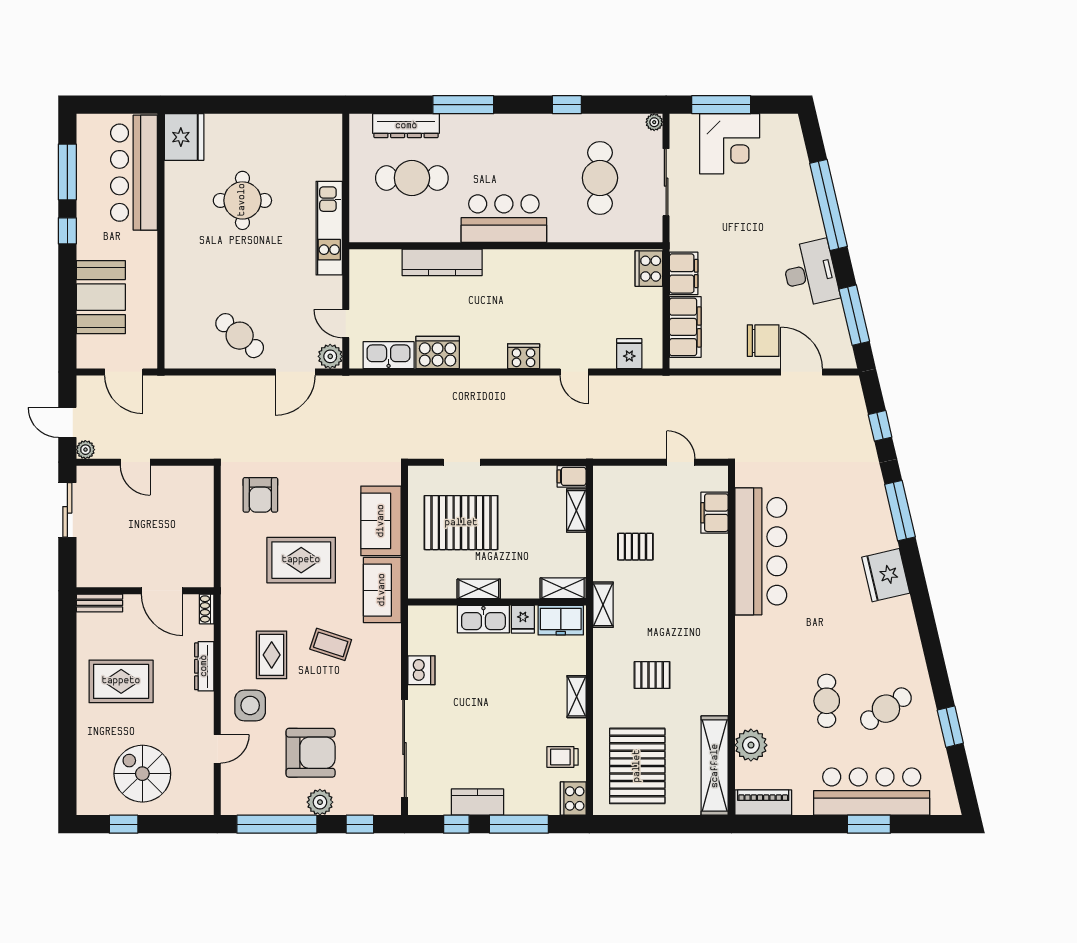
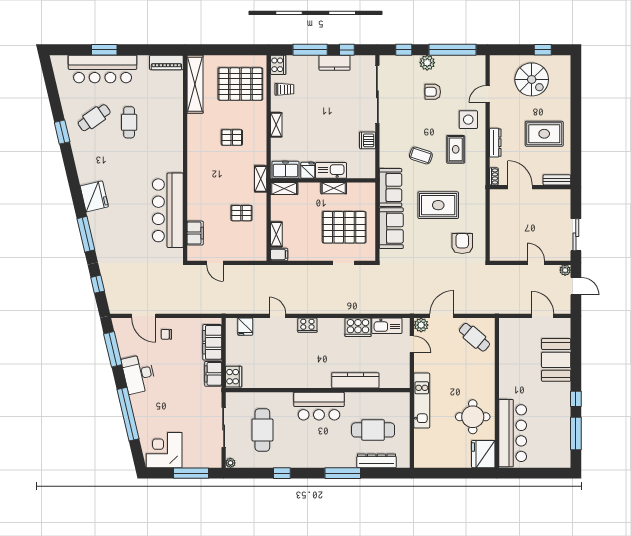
fridge: (184, 137) -> (483, 454), moved
corner desk: (730, 144) -> (164, 450), moved
bar counter: (134, 173) -> (513, 433), moved
wall: (161, 241) -> (497, 393), moved
chair: (763, 341) -> (166, 334), width x0.54, depth x0.54
window: (950, 727) -> (62, 132), moved
plant: (751, 745) -> (174, 96), removed
armchair: (311, 753) -> (433, 92), width x0.53, depth x0.53
pallet: (637, 766) -> (240, 84), turned 90

